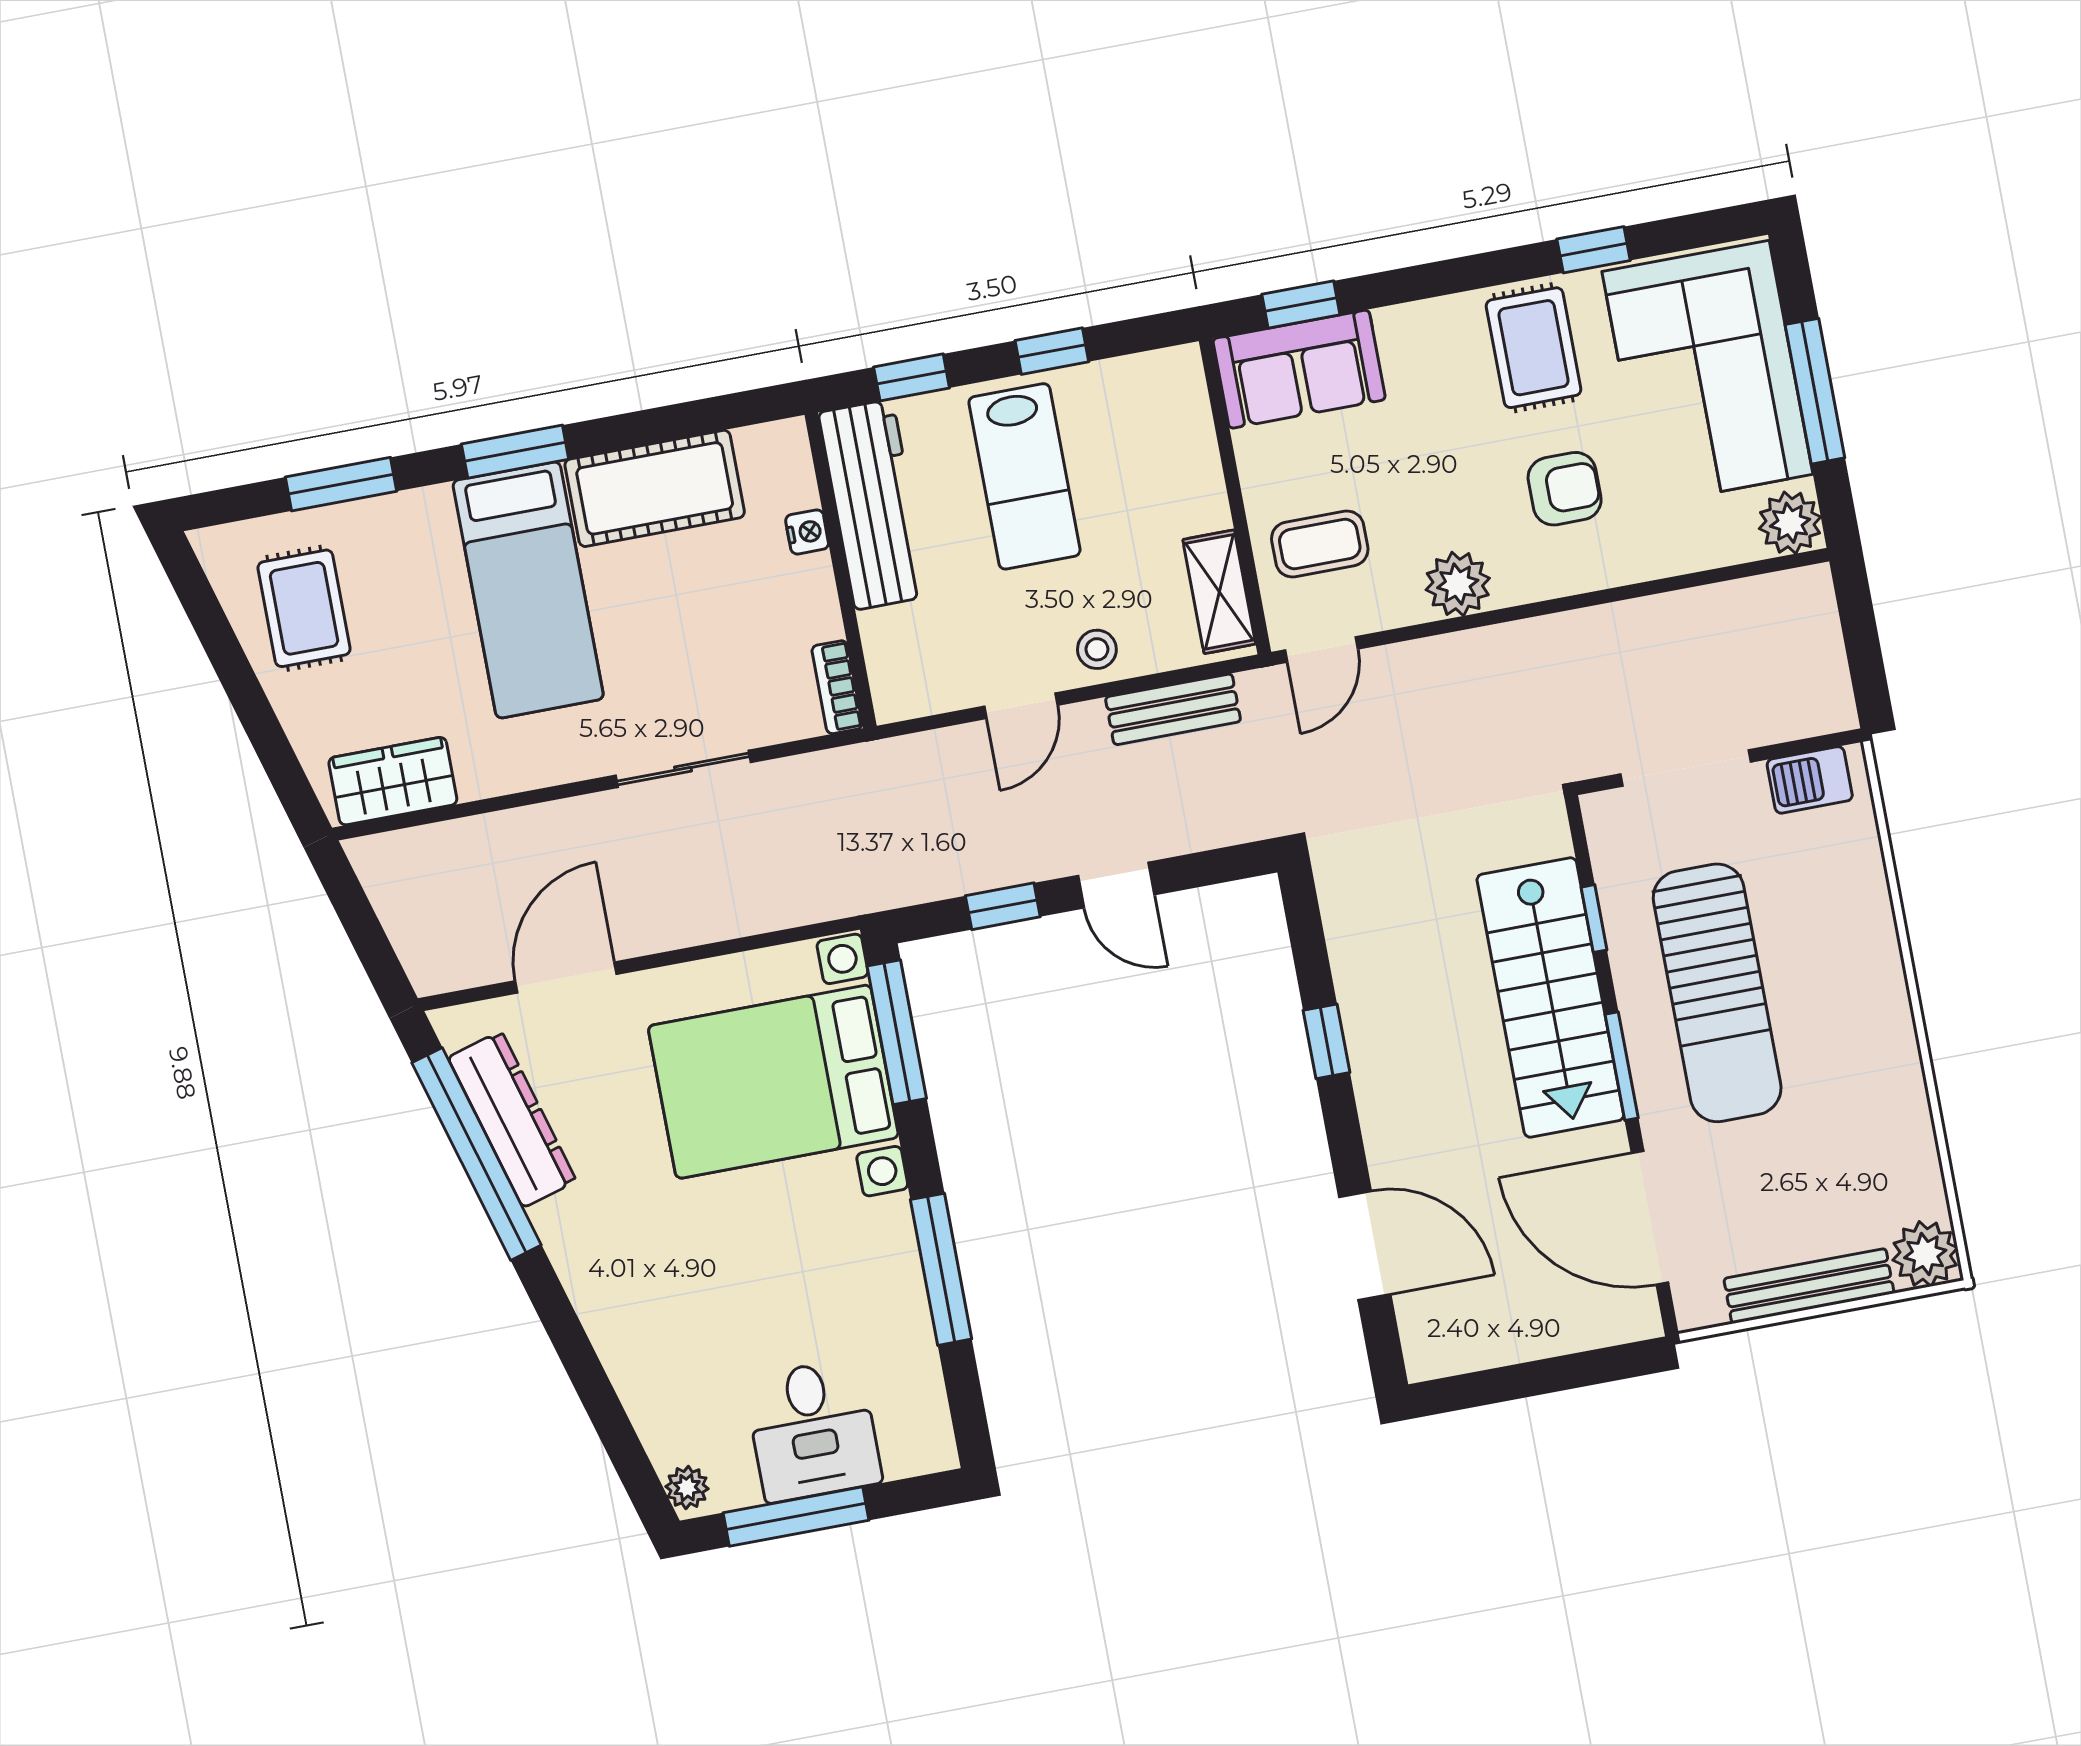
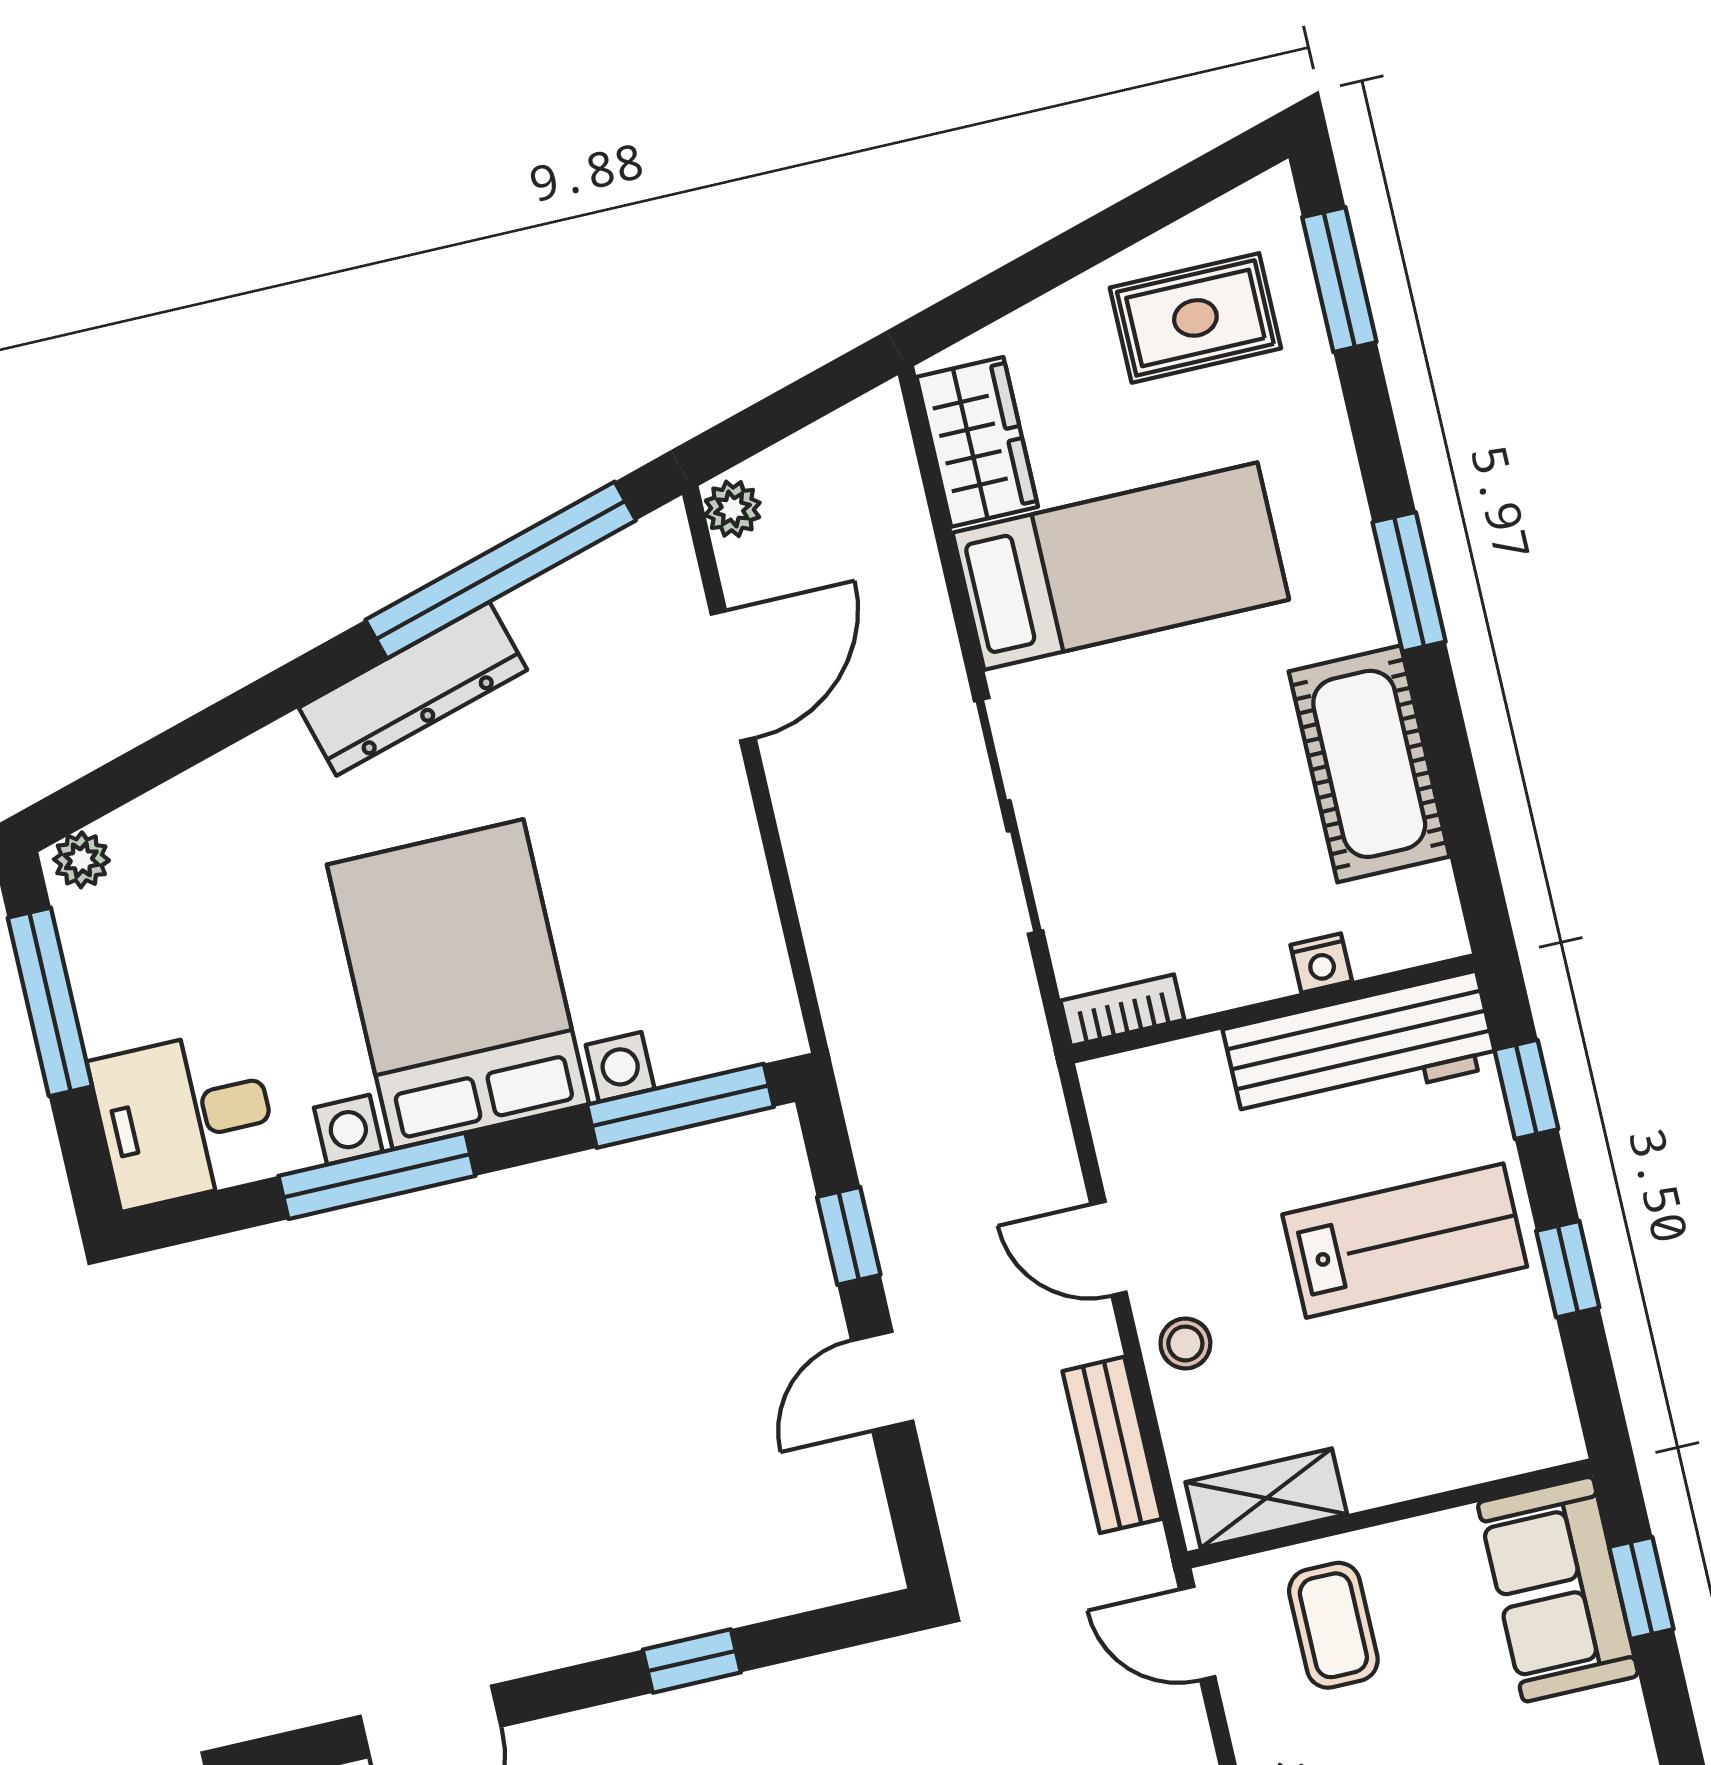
lab bench: (1024, 476) -> (1405, 1241), turned 180
window: (341, 484) -> (1339, 280), moved
bed: (528, 590) -> (1121, 566), moved, turned 180
sliding door: (683, 769) -> (1009, 816), width x1.37
plant: (437, 973) -> (732, 509), added
door: (566, 978) -> (733, 676), hinge flipped
bed with nightstands: (773, 1082) -> (458, 984), moved
dresser: (512, 1119) -> (413, 689), moved
desk: (813, 1430) -> (185, 1118), moved

